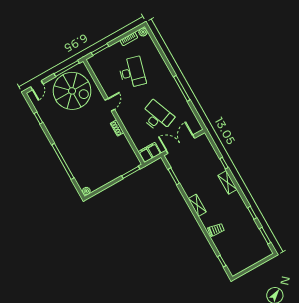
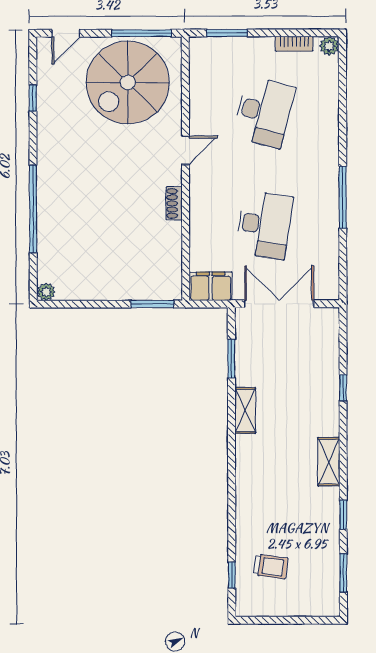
spiral stairs: (72, 91) -> (128, 82), turned 90
desk: (157, 117) -> (264, 225), turned 30
shelving: (227, 182) -> (329, 462), moved
shelving: (197, 205) -> (245, 410), moved
trolley: (216, 230) -> (271, 566), moved

